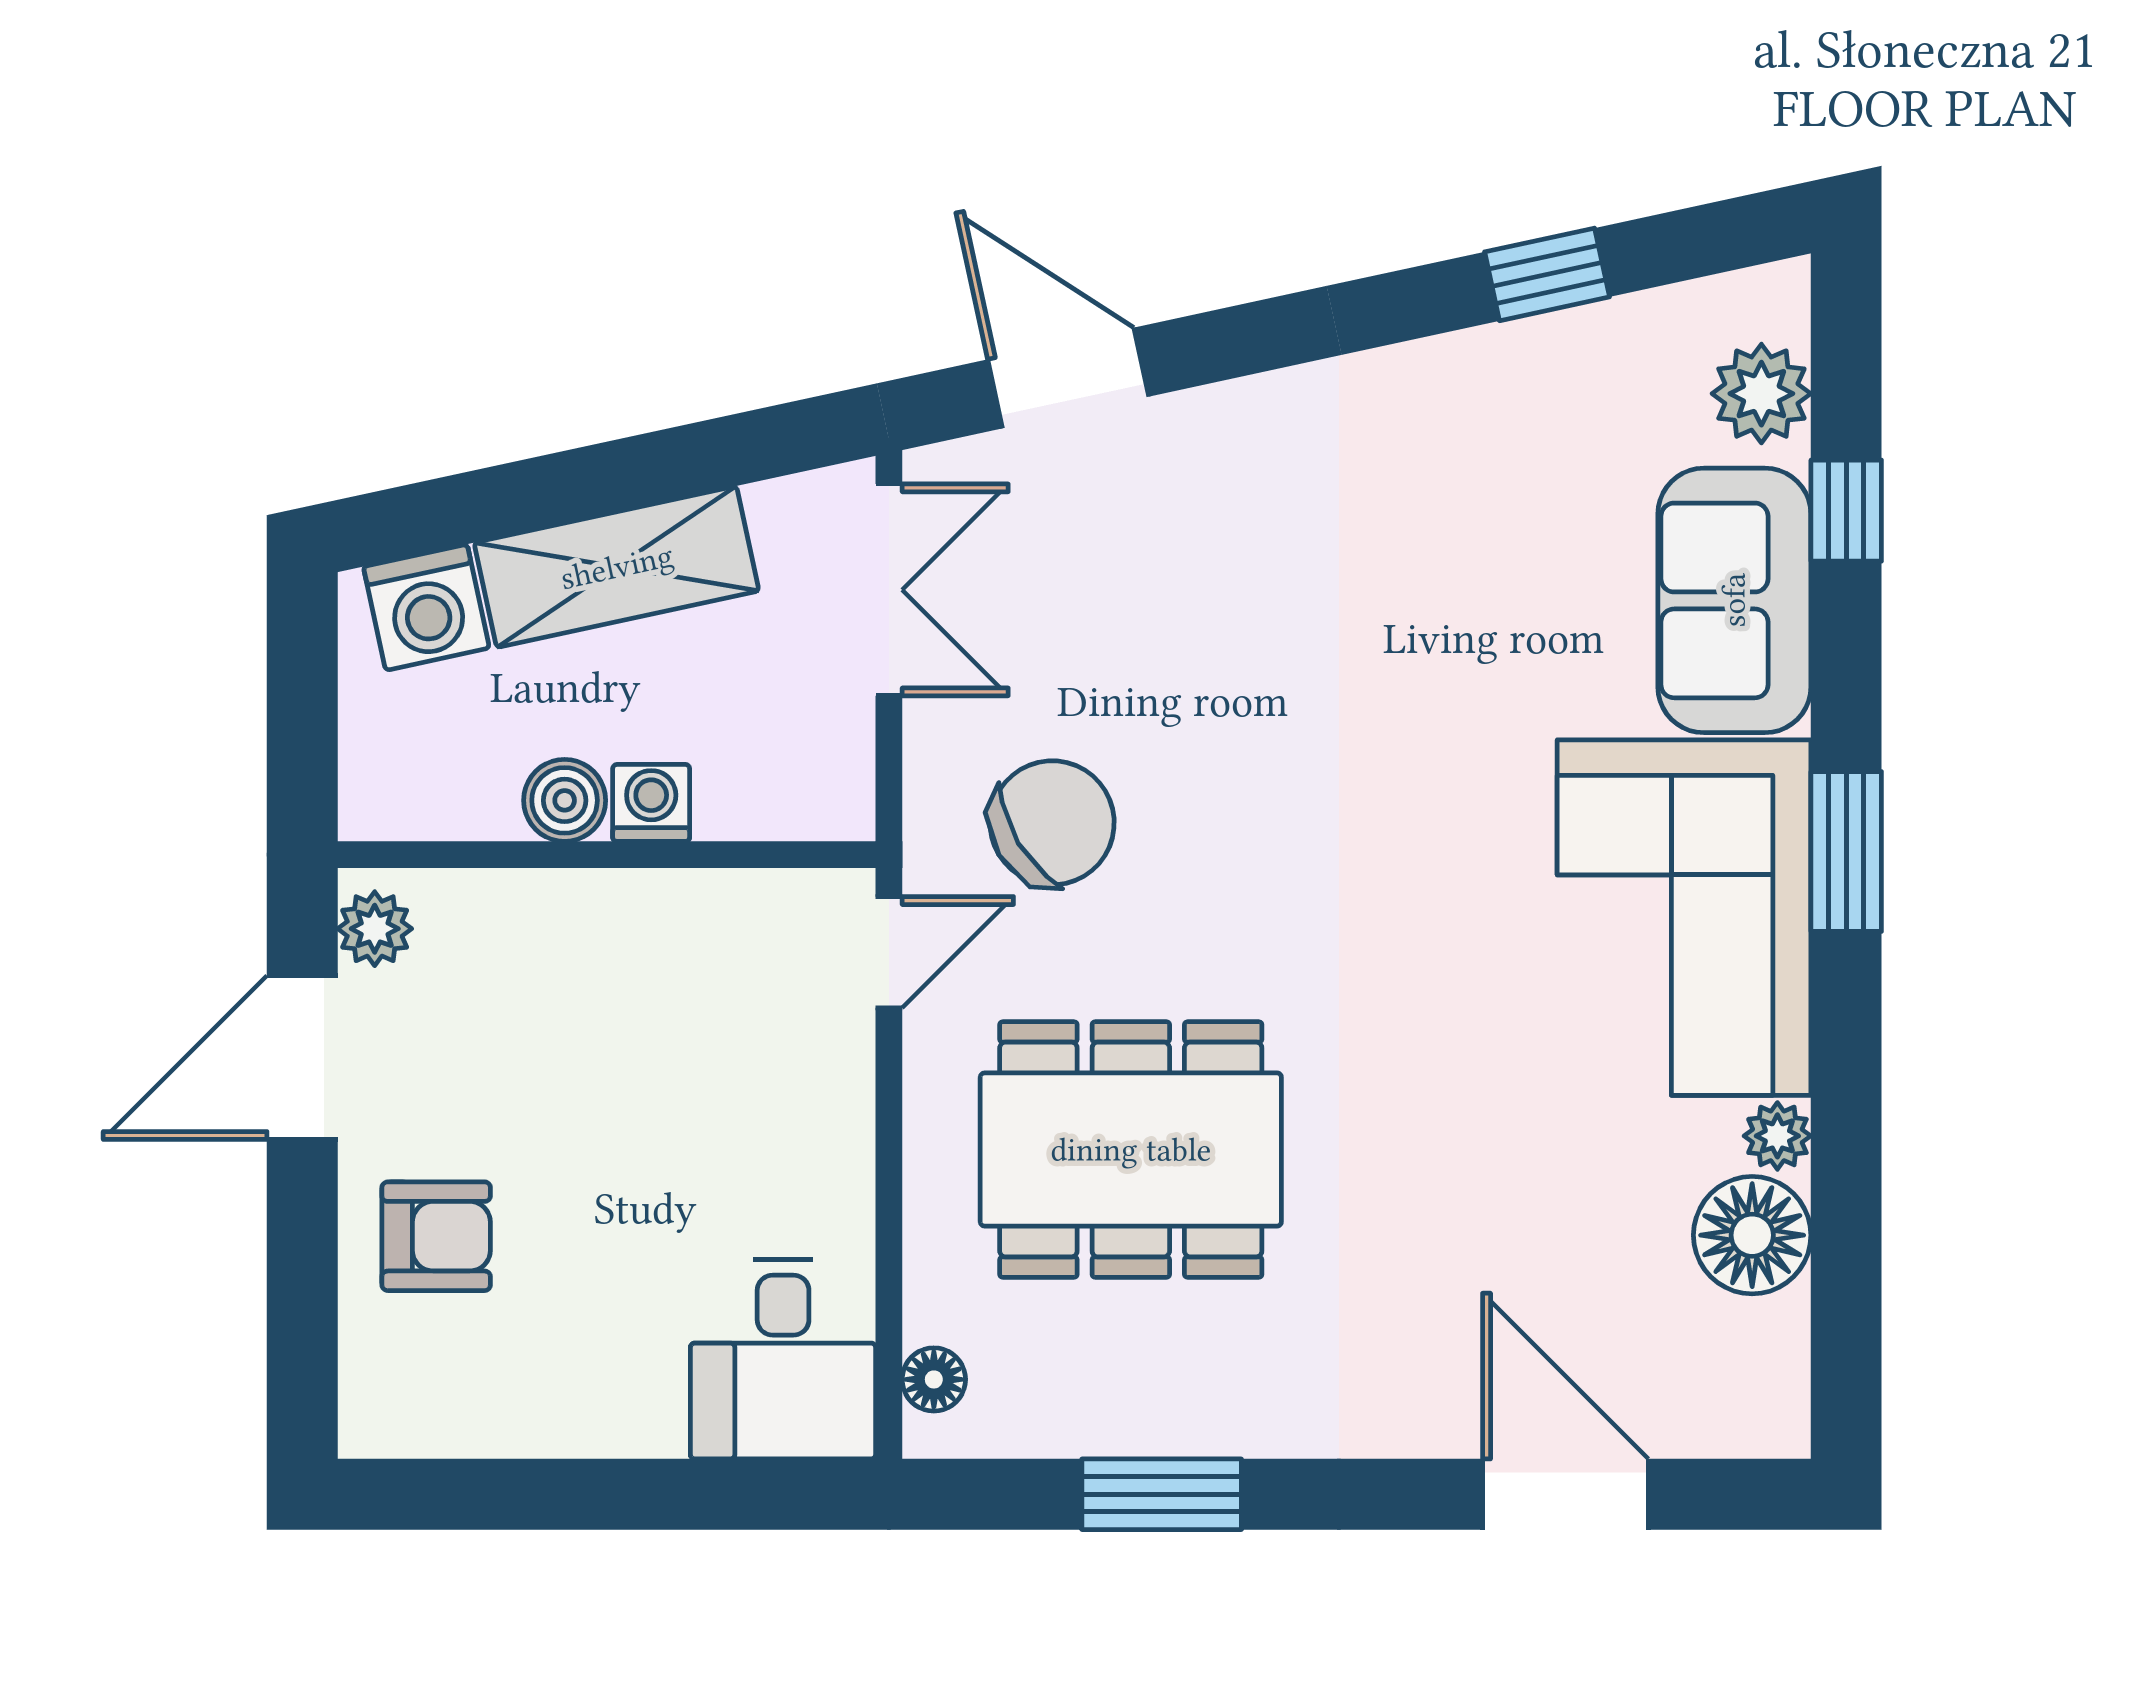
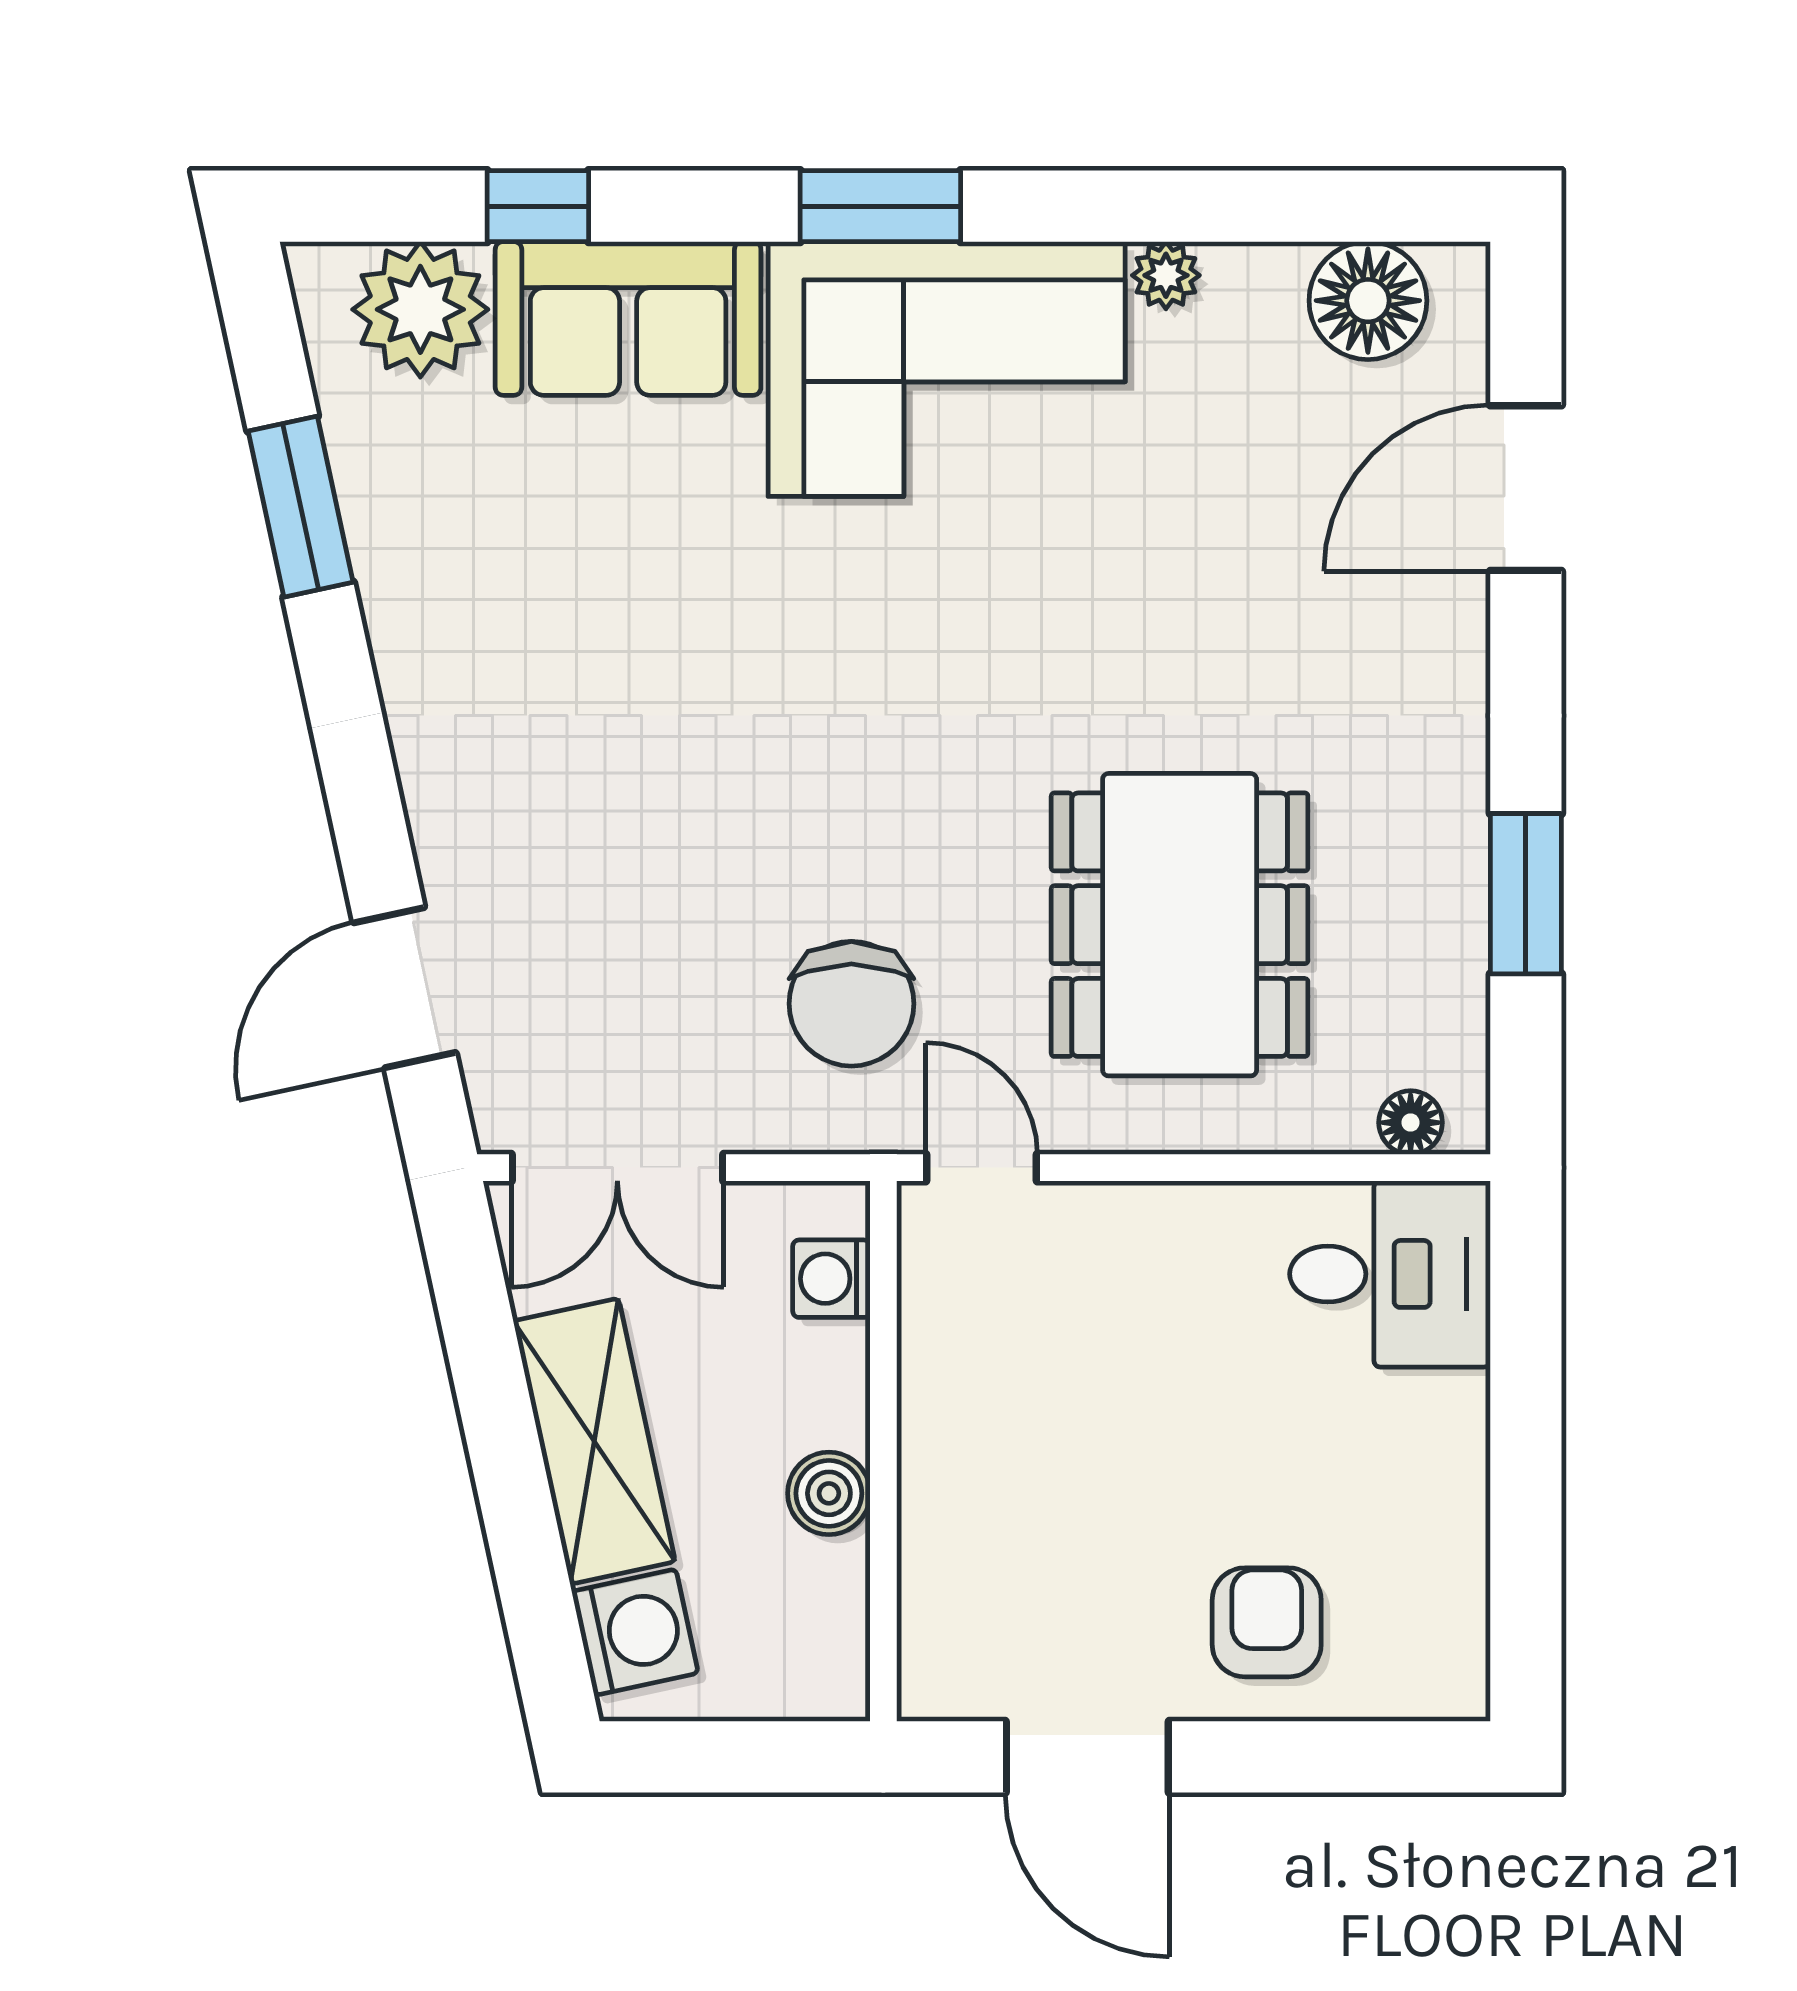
window: (1547, 274) -> (301, 507), width x1.50
plant: (1761, 394) -> (420, 309), width x1.36, depth x1.36
double door: (889, 590) -> (617, 1168), swing flipped
washing machine: (651, 803) -> (831, 1279), moved
chair: (1052, 823) -> (851, 1004), turned -149
plant: (375, 929) -> (958, 1684), removed
floor lamp: (1752, 1235) -> (1368, 301), moved

